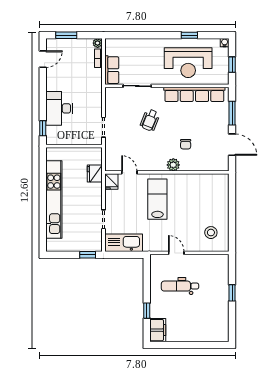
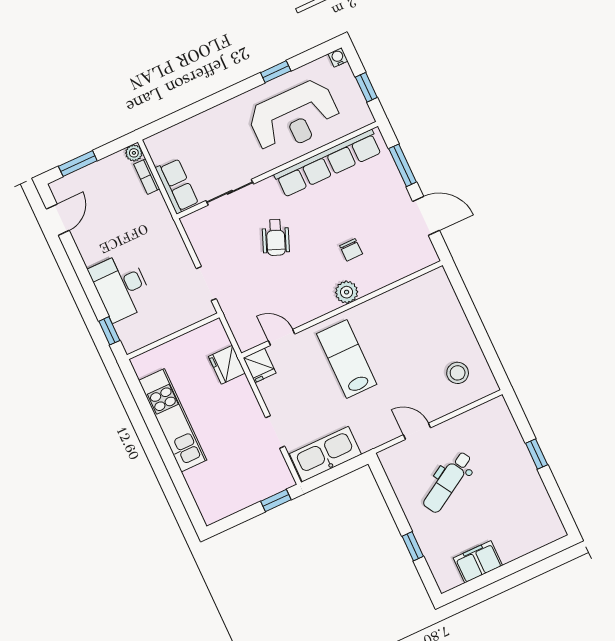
kitchen unit: (54, 199) -> (173, 420), width x0.73
dental chair: (180, 286) -> (448, 482), turned -31
filing cabinet: (158, 330) -> (478, 562), moved, turned -90

